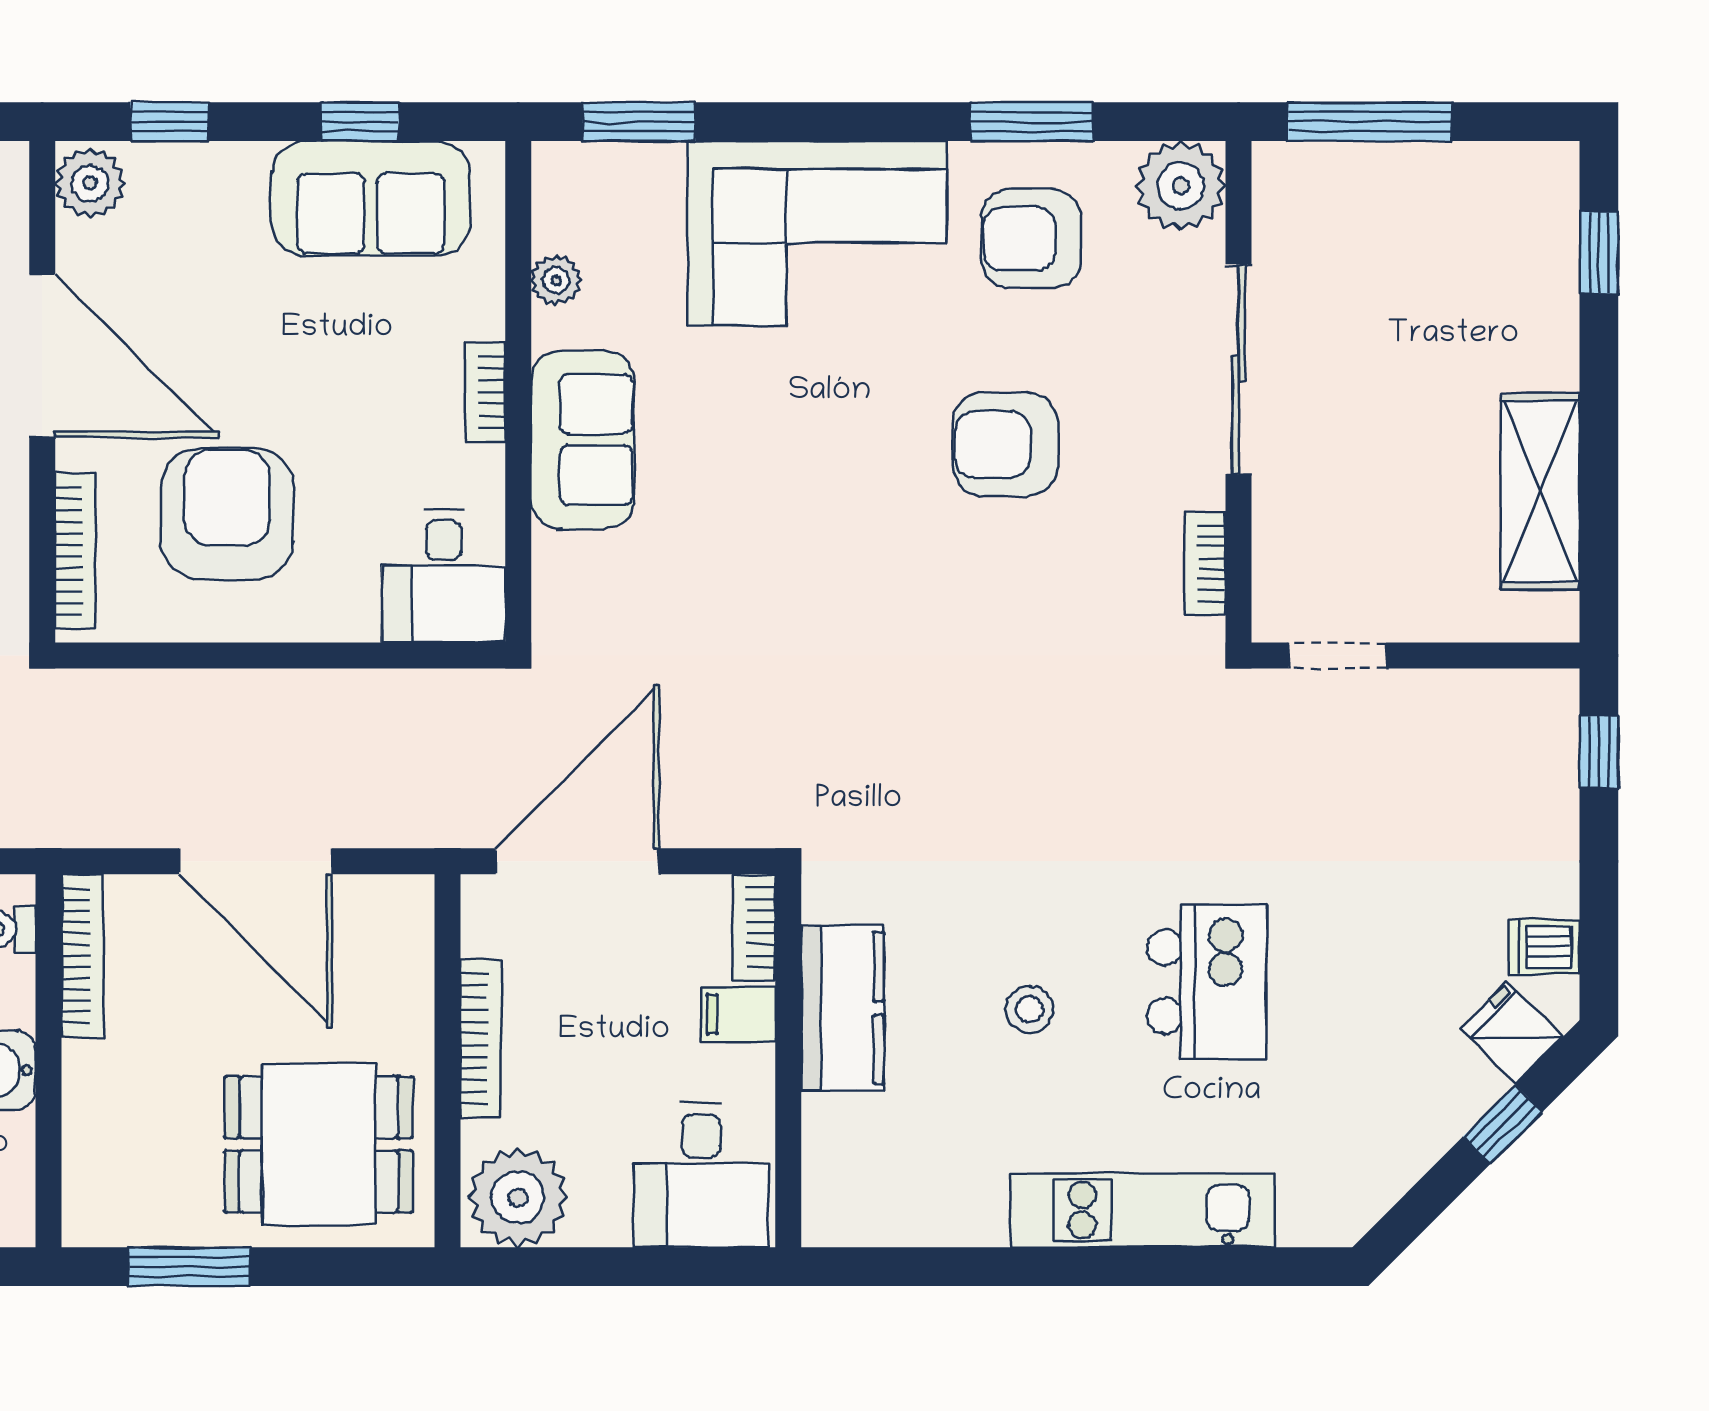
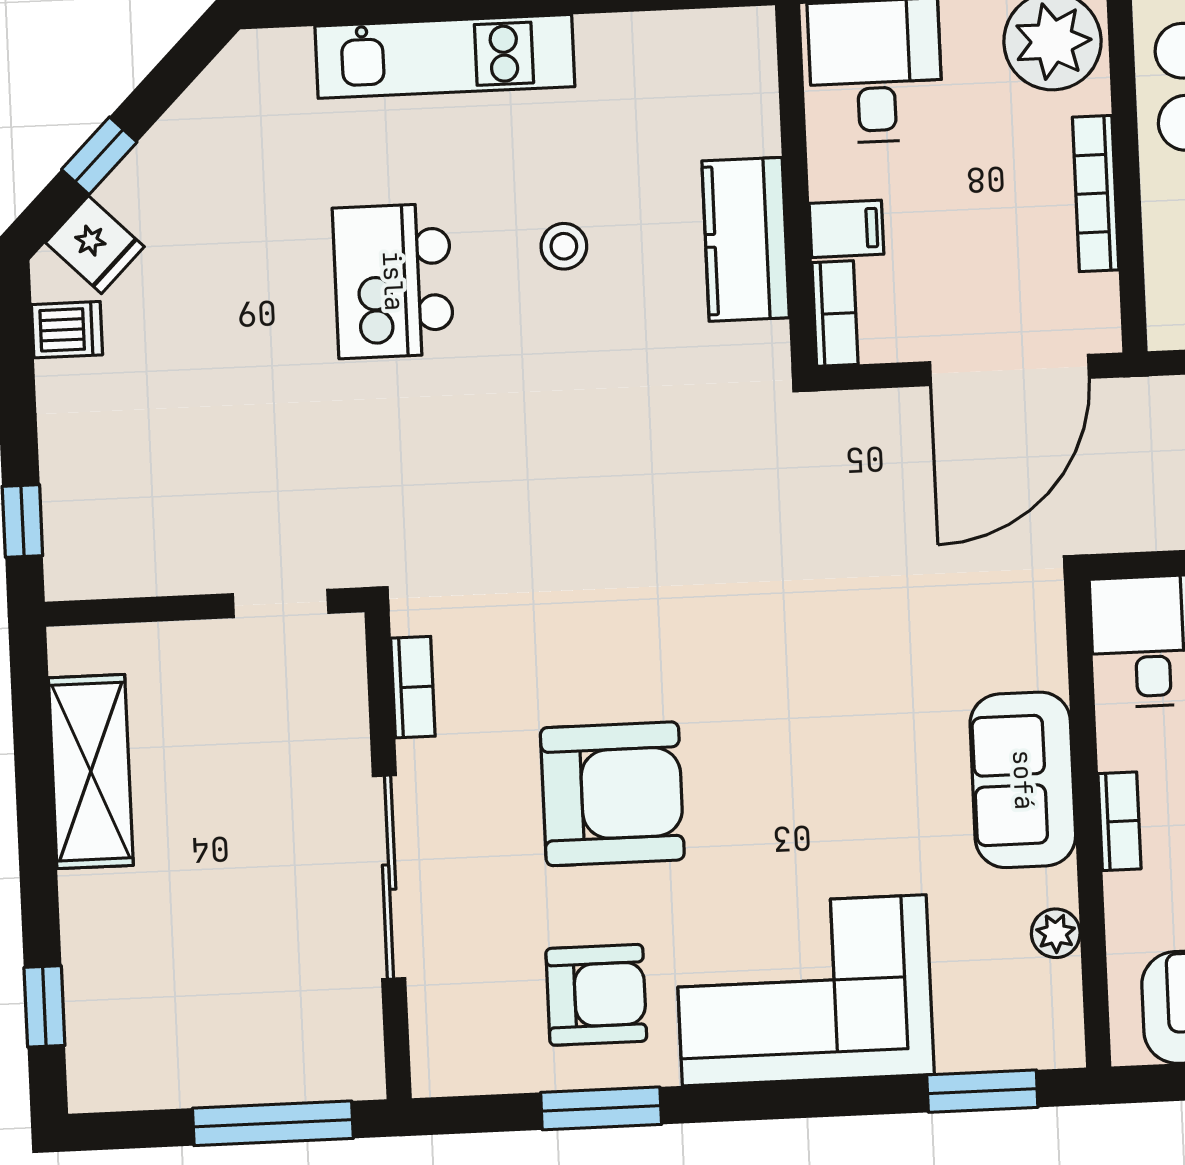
plant: (1181, 186) -> (453, 1053), removed
armchair: (1005, 444) -> (612, 794), width x1.36, depth x1.36

